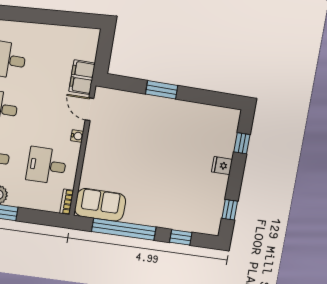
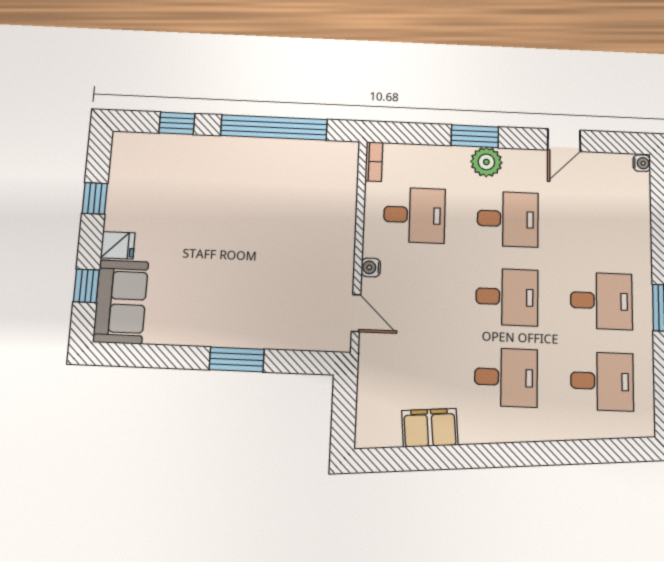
filing cabinet: (82, 77) -> (430, 428), moved, turned -95
sofa: (100, 205) -> (121, 302), moved, turned -90
window: (230, 210) -> (95, 198), moved

